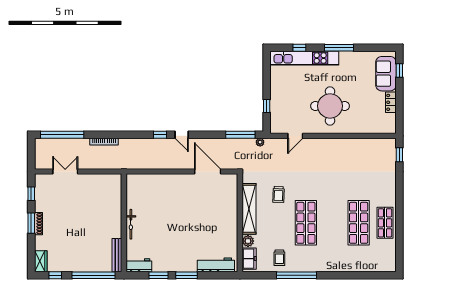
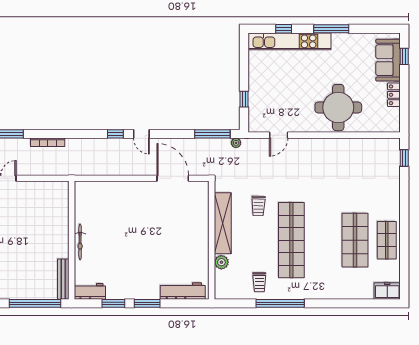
round table: (330, 106) -> (338, 108), moved
shop shelf: (306, 223) -> (291, 240), width x1.40
freezer: (249, 259) -> (387, 291), moved, turned -90

